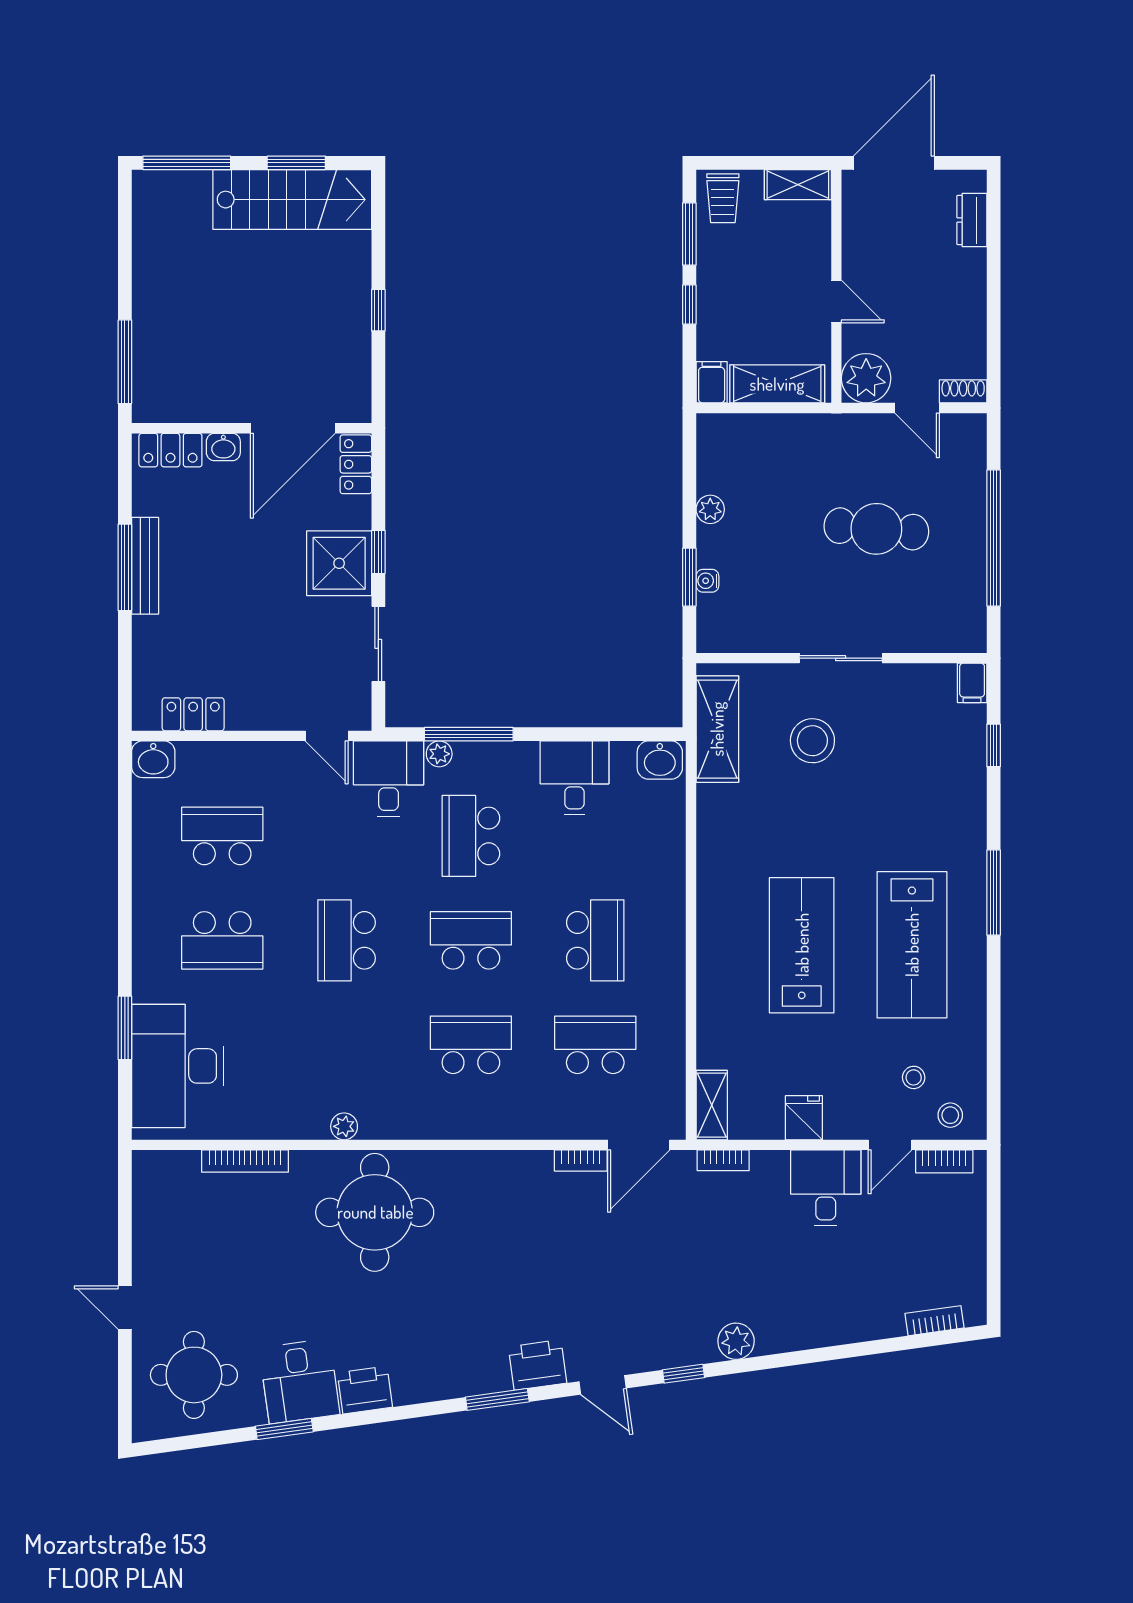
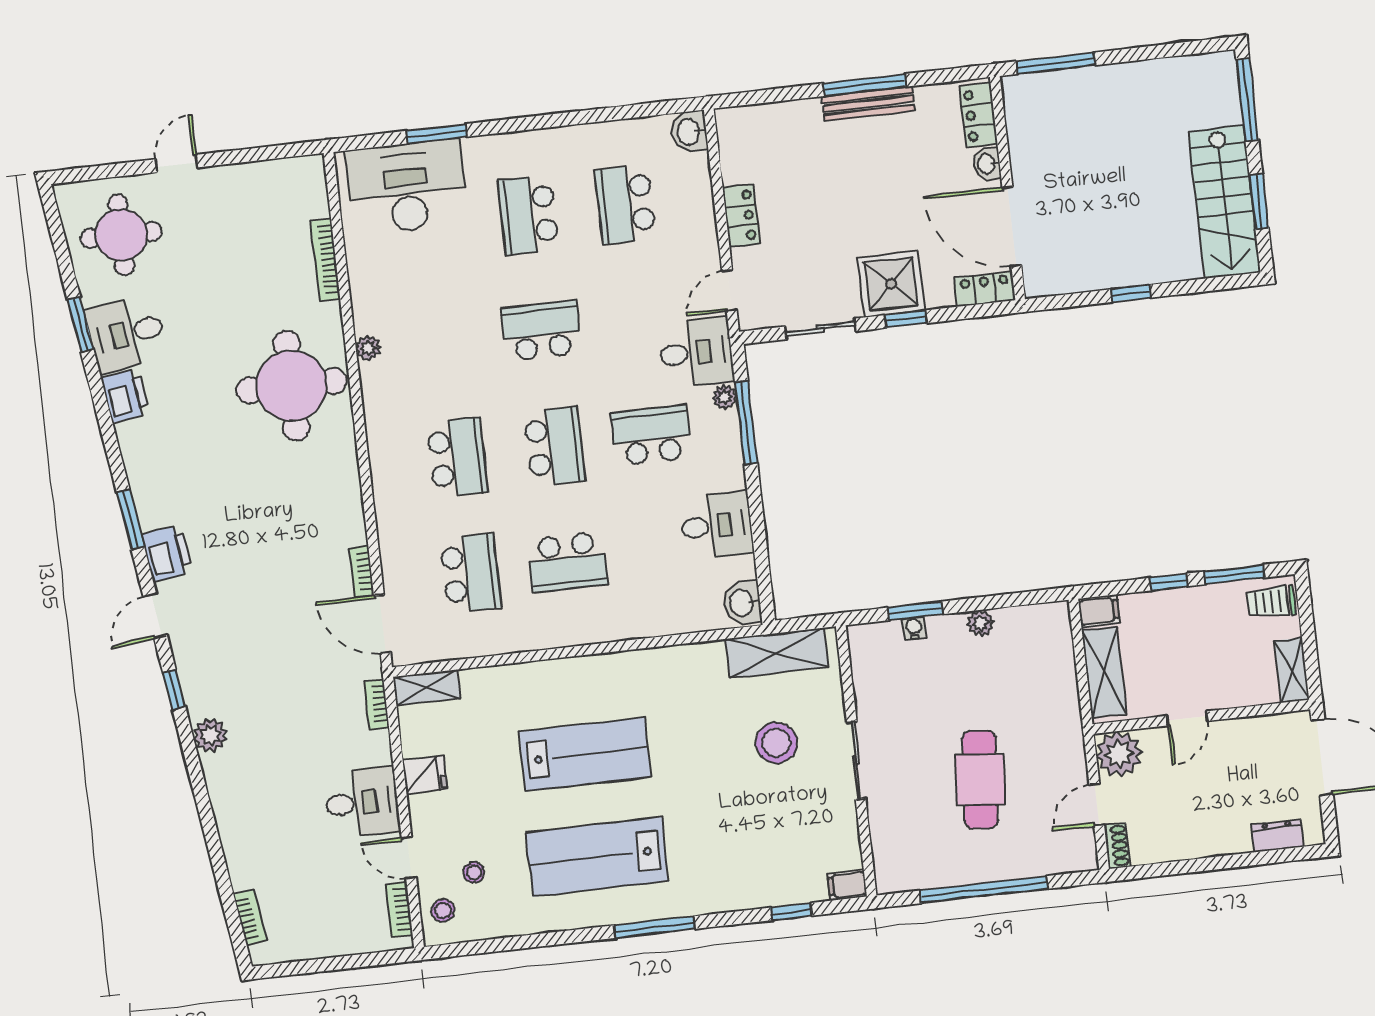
locker: (193, 714) -> (741, 215), moved
school desk: (222, 836) -> (625, 204), turned 180

